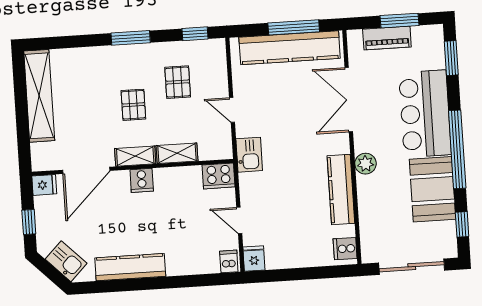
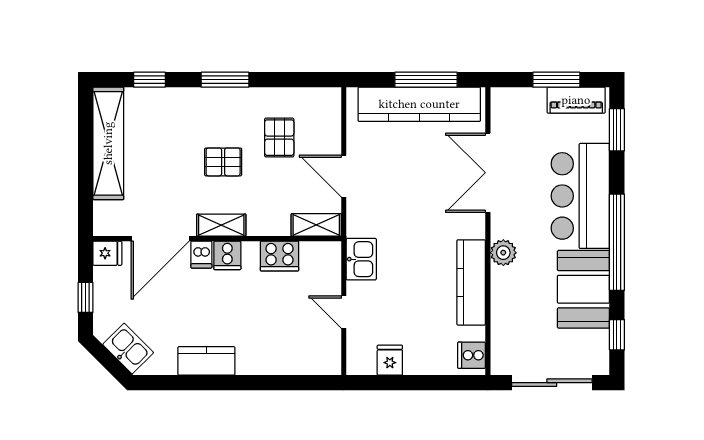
window: (195, 34) -> (149, 80), moved
piano: (387, 38) -> (576, 100), moved
pallet: (133, 105) -> (223, 162), turned 90
door: (232, 110) -> (344, 176), width x1.38
shelving: (177, 153) -> (316, 225), moved
kitchen sink: (249, 155) -> (361, 259), moved
cooker: (219, 176) -> (279, 256), moved
fridge: (254, 259) -> (390, 360), moved
dishwasher: (229, 261) -> (201, 255), moved, turned 180
kitchen counter: (130, 267) -> (206, 361), width x0.67

